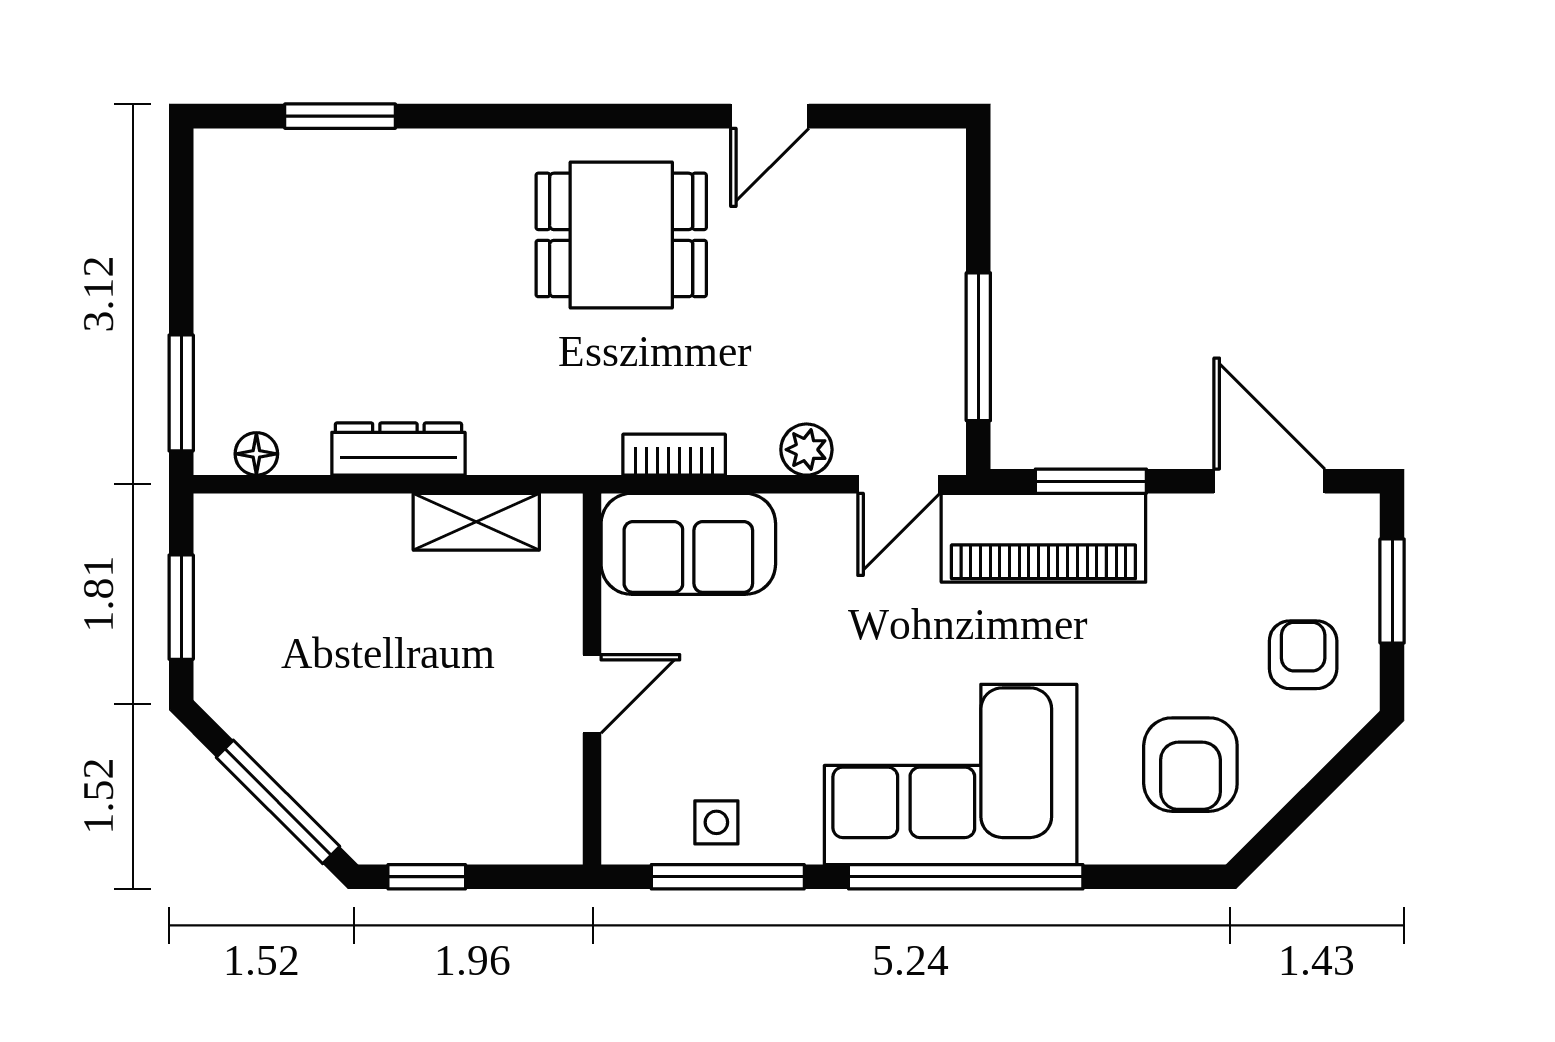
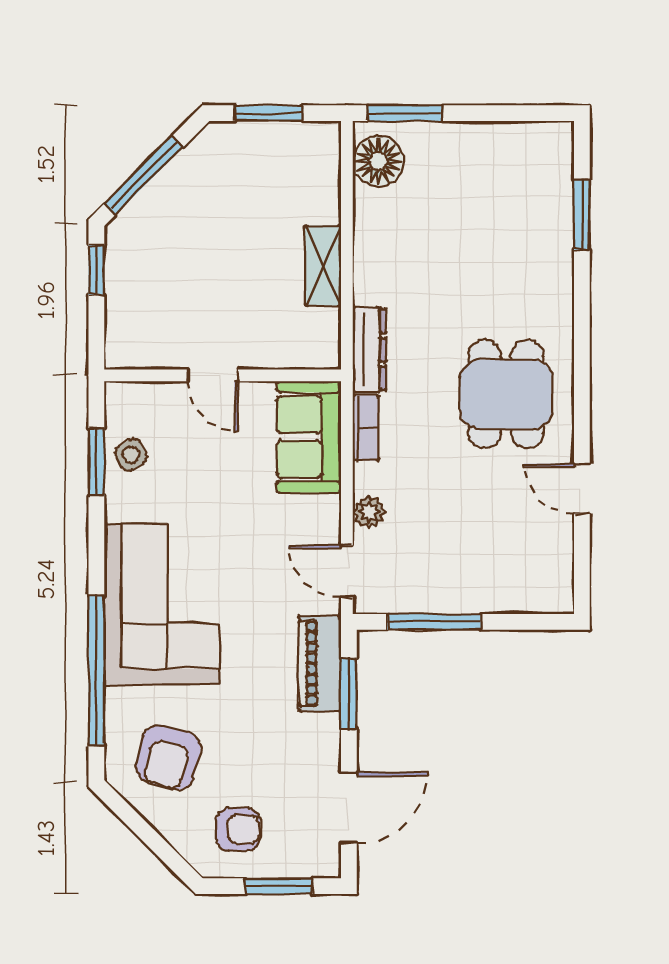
dresser: (398, 449) -> (369, 350), moved
floor lamp: (256, 454) -> (378, 161), width x1.89, depth x1.89
shelving: (476, 522) -> (323, 266), moved
piano: (1043, 538) -> (320, 664), width x0.73, depth x0.75
armchair: (1190, 765) -> (168, 757), turned -75
side table: (716, 822) -> (131, 455), turned -31
window: (728, 877) -> (96, 462), width x0.69
window: (966, 877) -> (96, 670), moved

